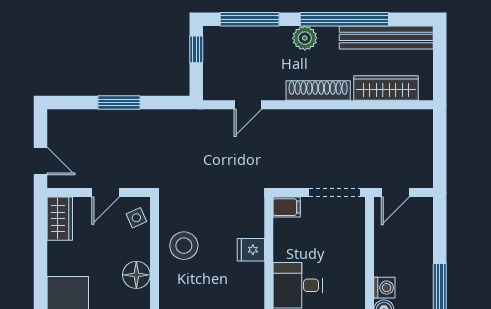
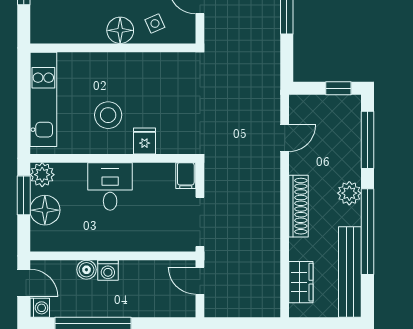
wardrobe: (386, 88) -> (301, 282), width x0.67
door: (248, 105) -> (285, 138), swing flipped
side table: (136, 218) -> (155, 24), moved
stool: (184, 246) -> (108, 115), moved

